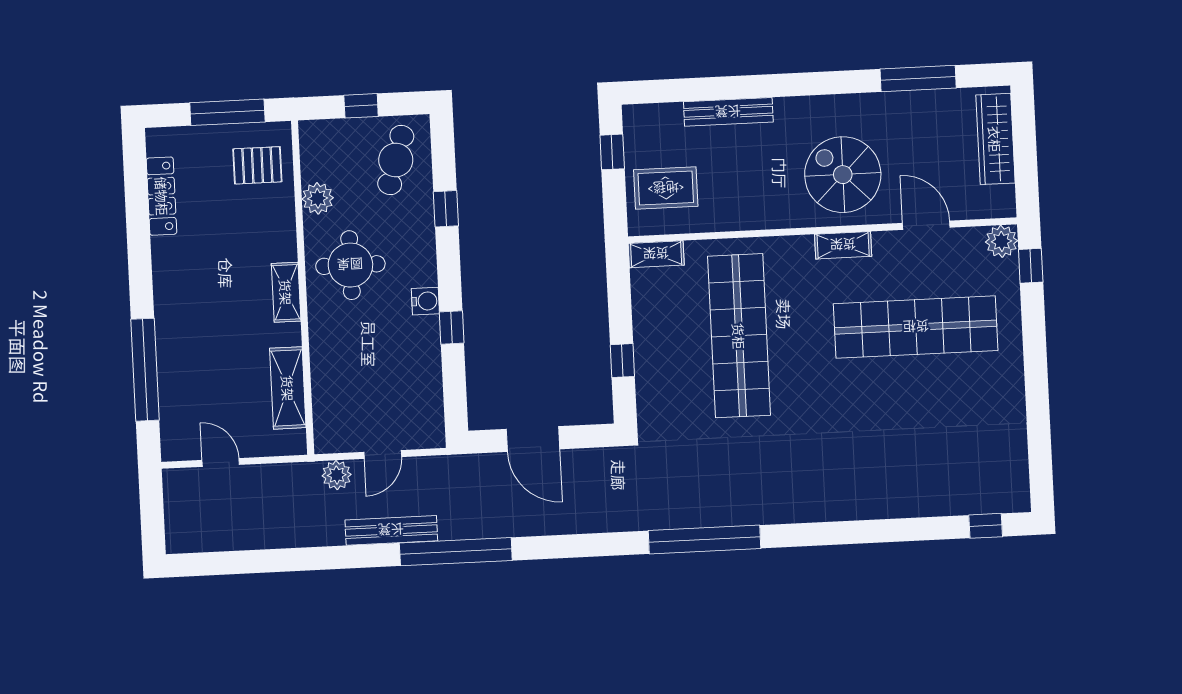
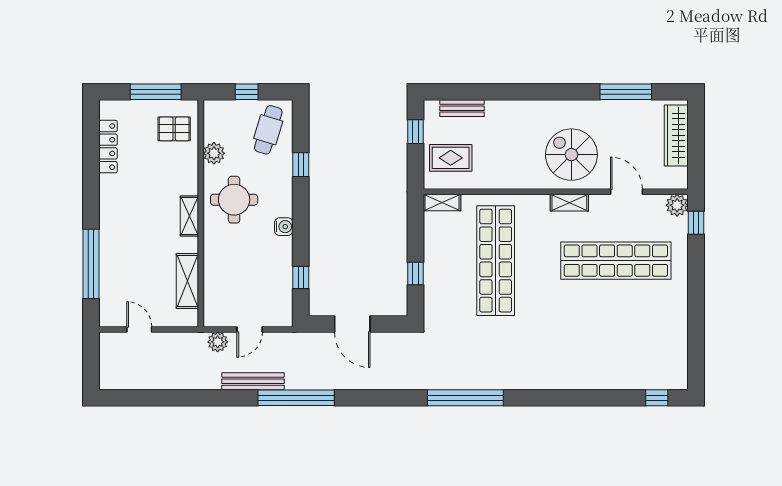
bench: (728, 112) -> (462, 108), moved, width x0.73
window: (452, 327) -> (301, 278), moved

